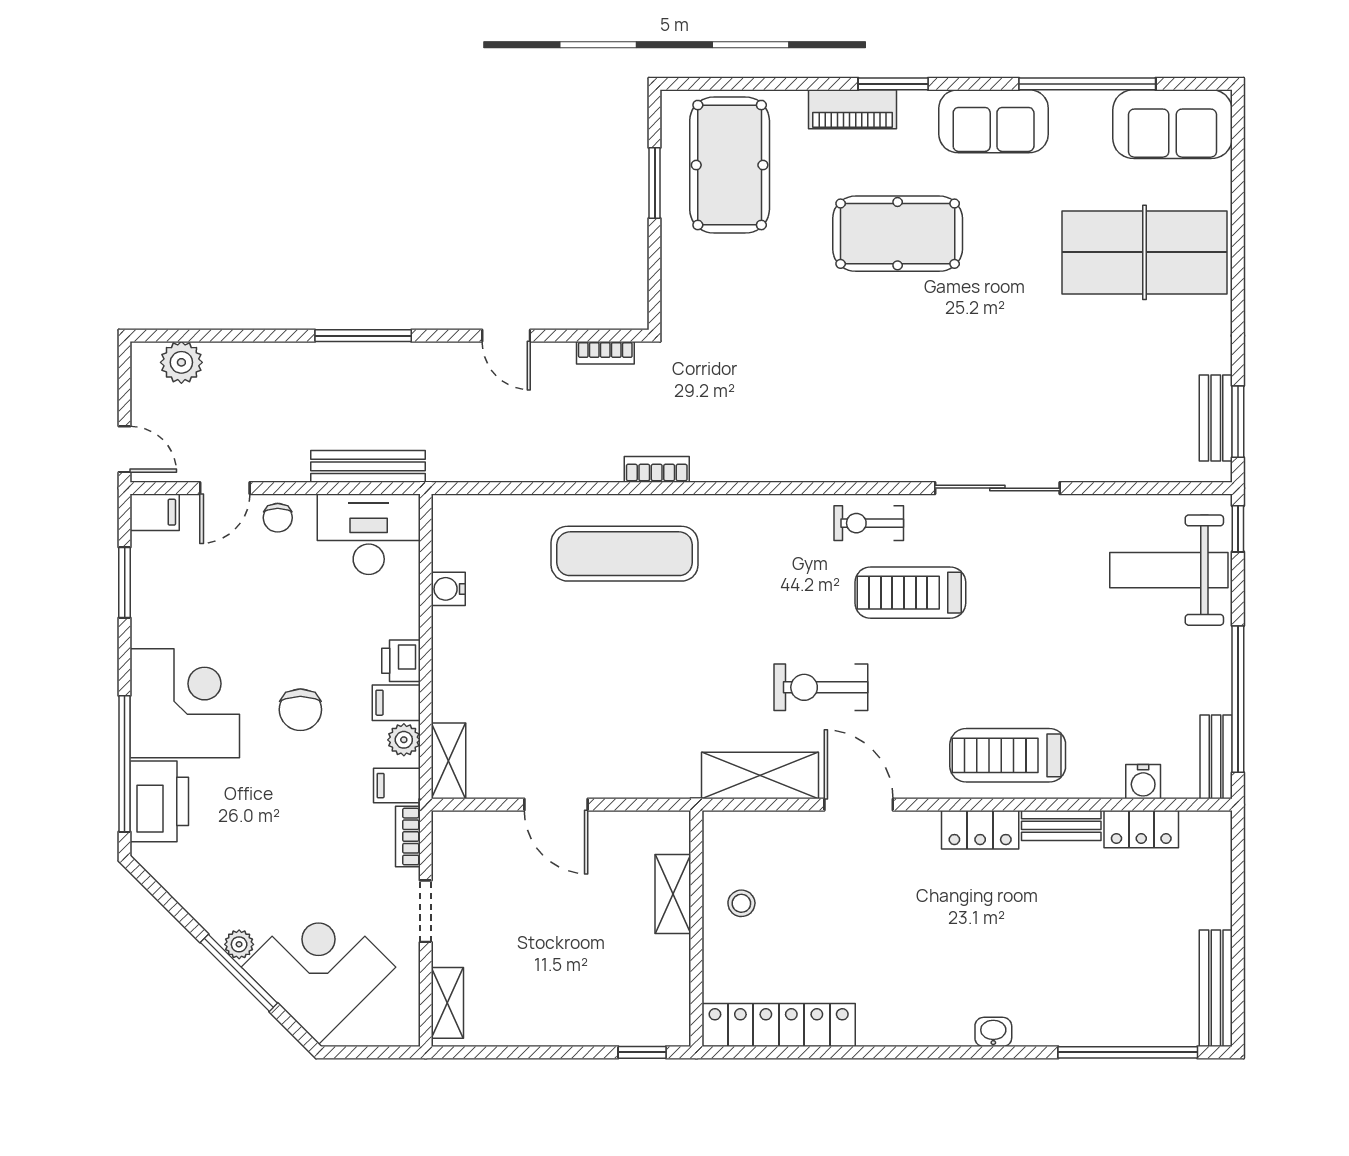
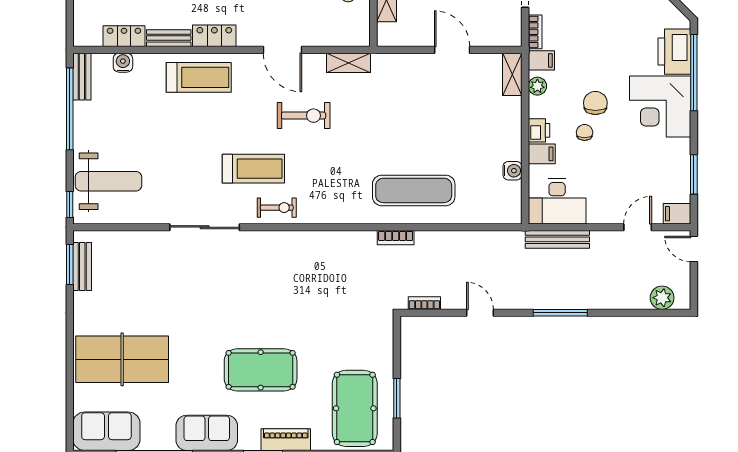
chair: (278, 518) -> (585, 132), moved
filing cabinet: (396, 703) -> (542, 154), moved
shelving: (760, 775) -> (349, 63), width x0.67, depth x0.75

